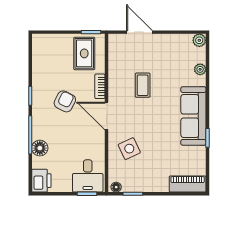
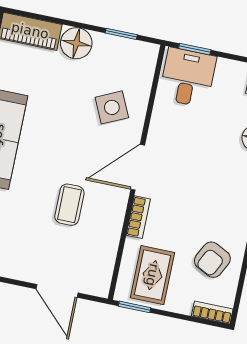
bookcase: (44, 38) -> (212, 312), added
armchair: (65, 101) -> (212, 260), moved
door: (106, 116) -> (138, 167), swing flipped
floor lamp: (116, 187) -> (76, 43), moved, width x1.89, depth x1.89

